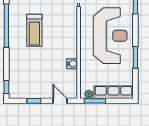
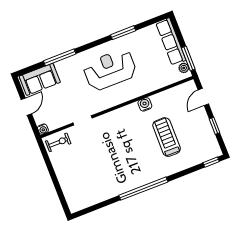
treadmill: (34, 30) -> (167, 137), moved, turned -90
reception desk: (110, 36) -> (110, 70), width x0.74, depth x0.77
water cooler: (72, 64) -> (145, 104), moved

